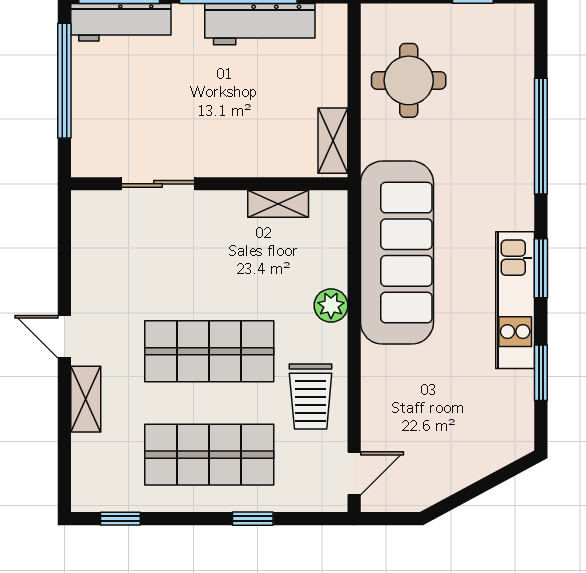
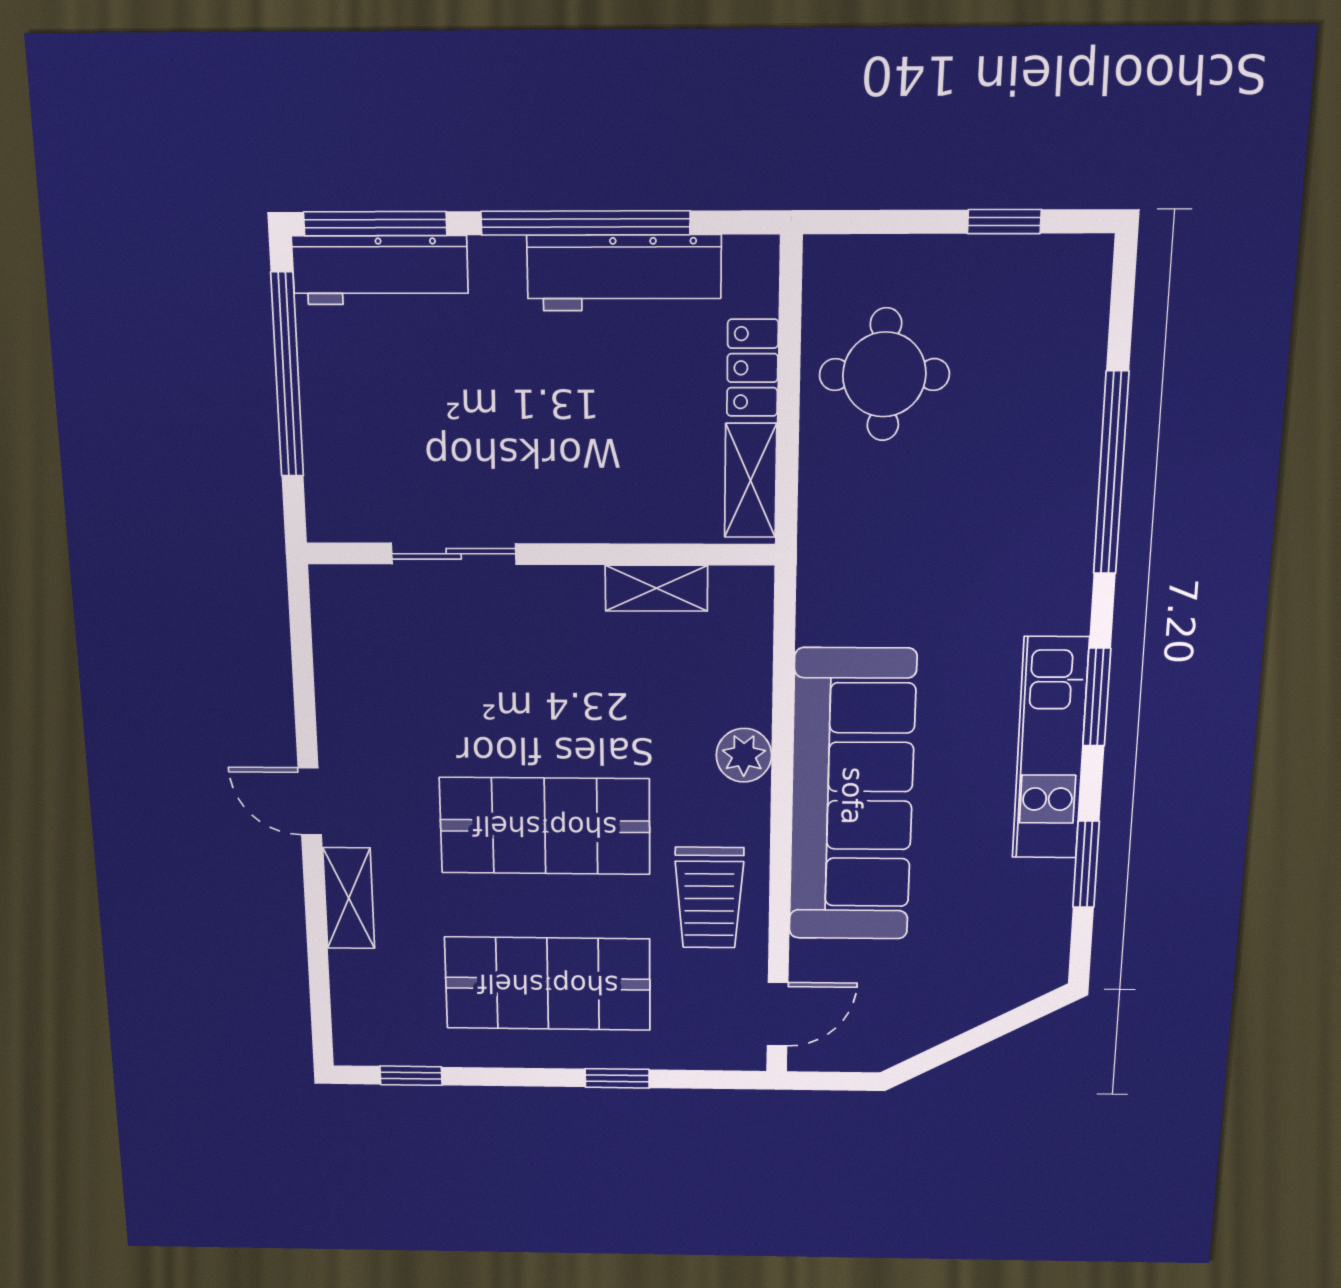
locker: (333, 77) -> (753, 368), added
sofa: (397, 253) -> (852, 796), moved

